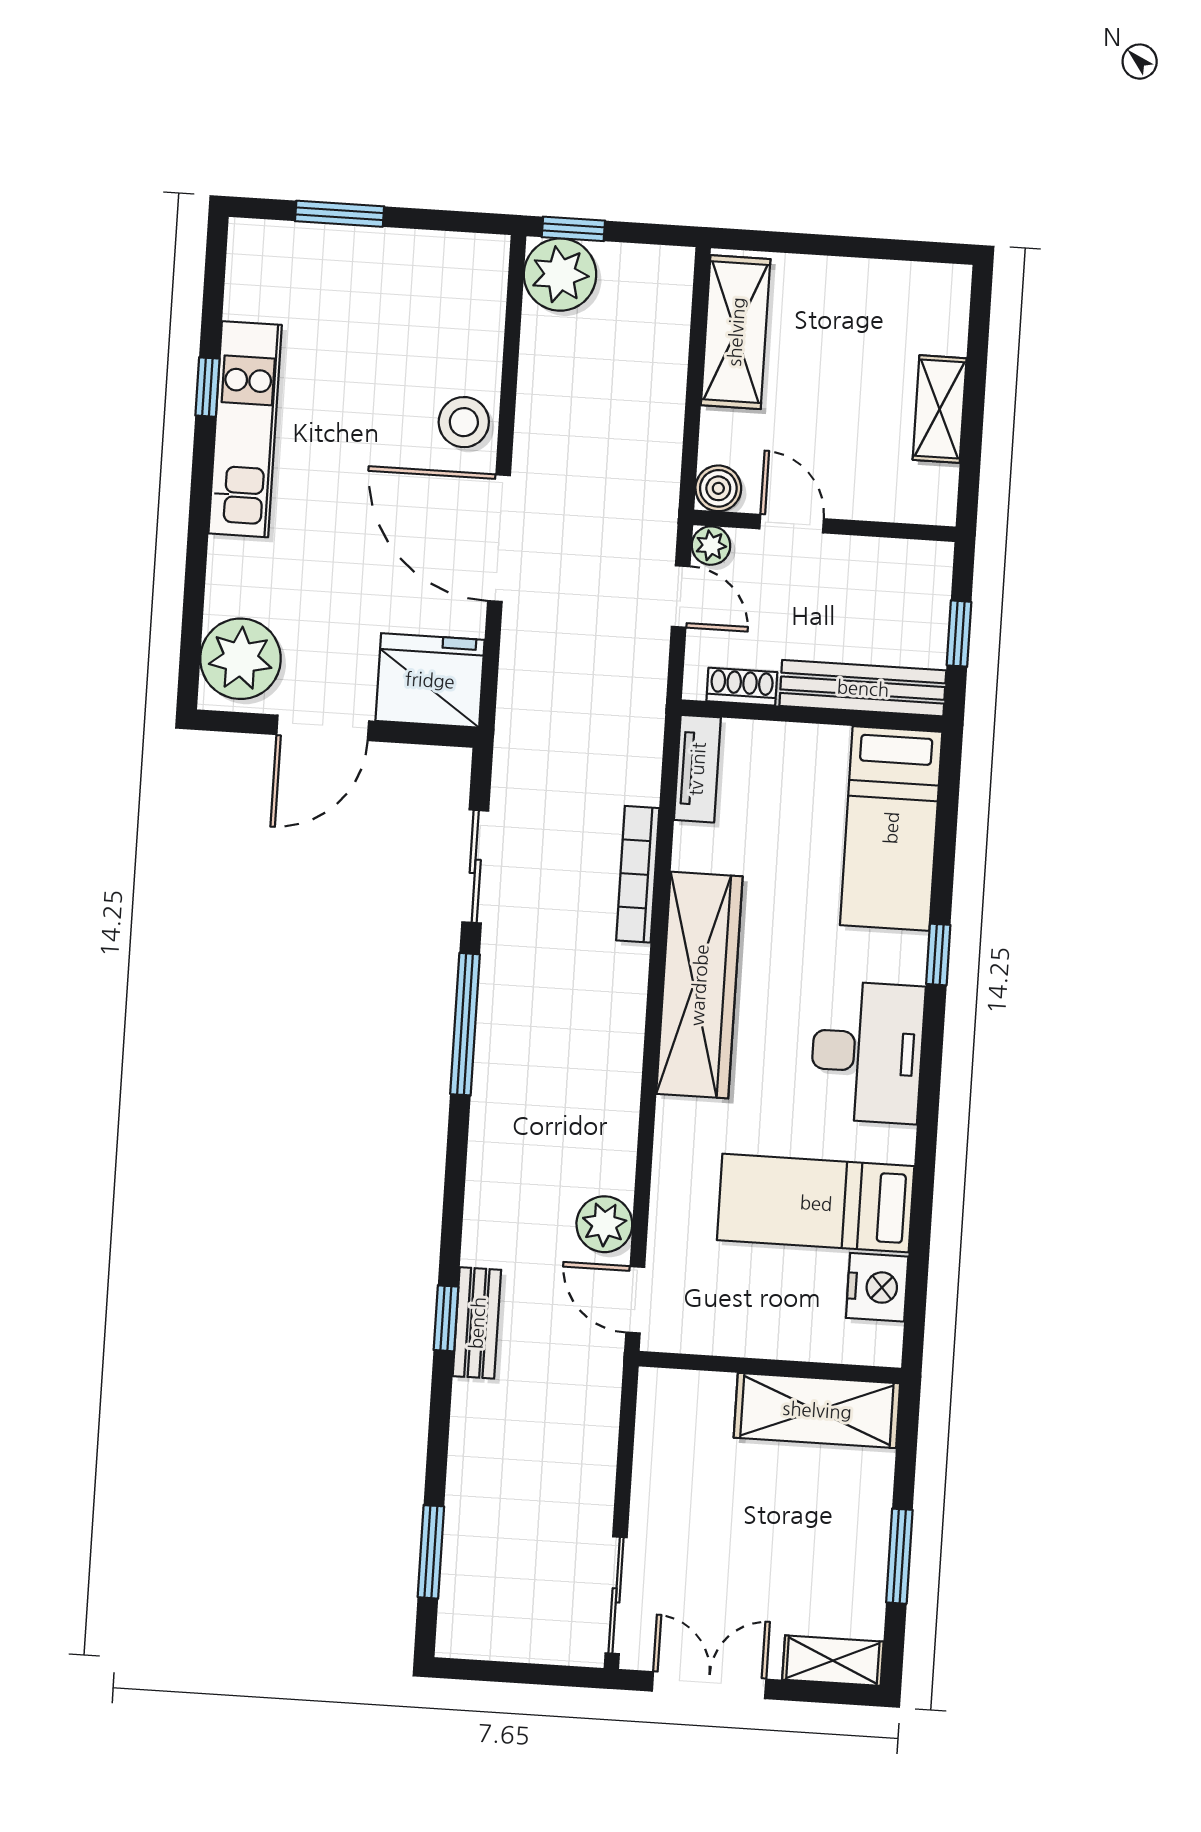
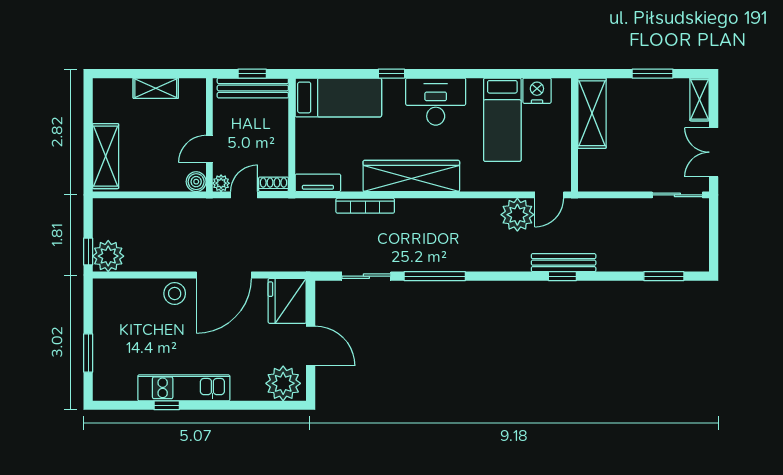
shelving: (736, 332) -> (106, 156), moved, turned 90
shoe rack: (742, 687) -> (273, 184), moved, turned 90
bench: (863, 688) -> (253, 88), moved, turned 90
plant: (604, 1224) -> (517, 215), width x1.36, depth x1.36
bench: (477, 1323) -> (564, 263), width x1.36

